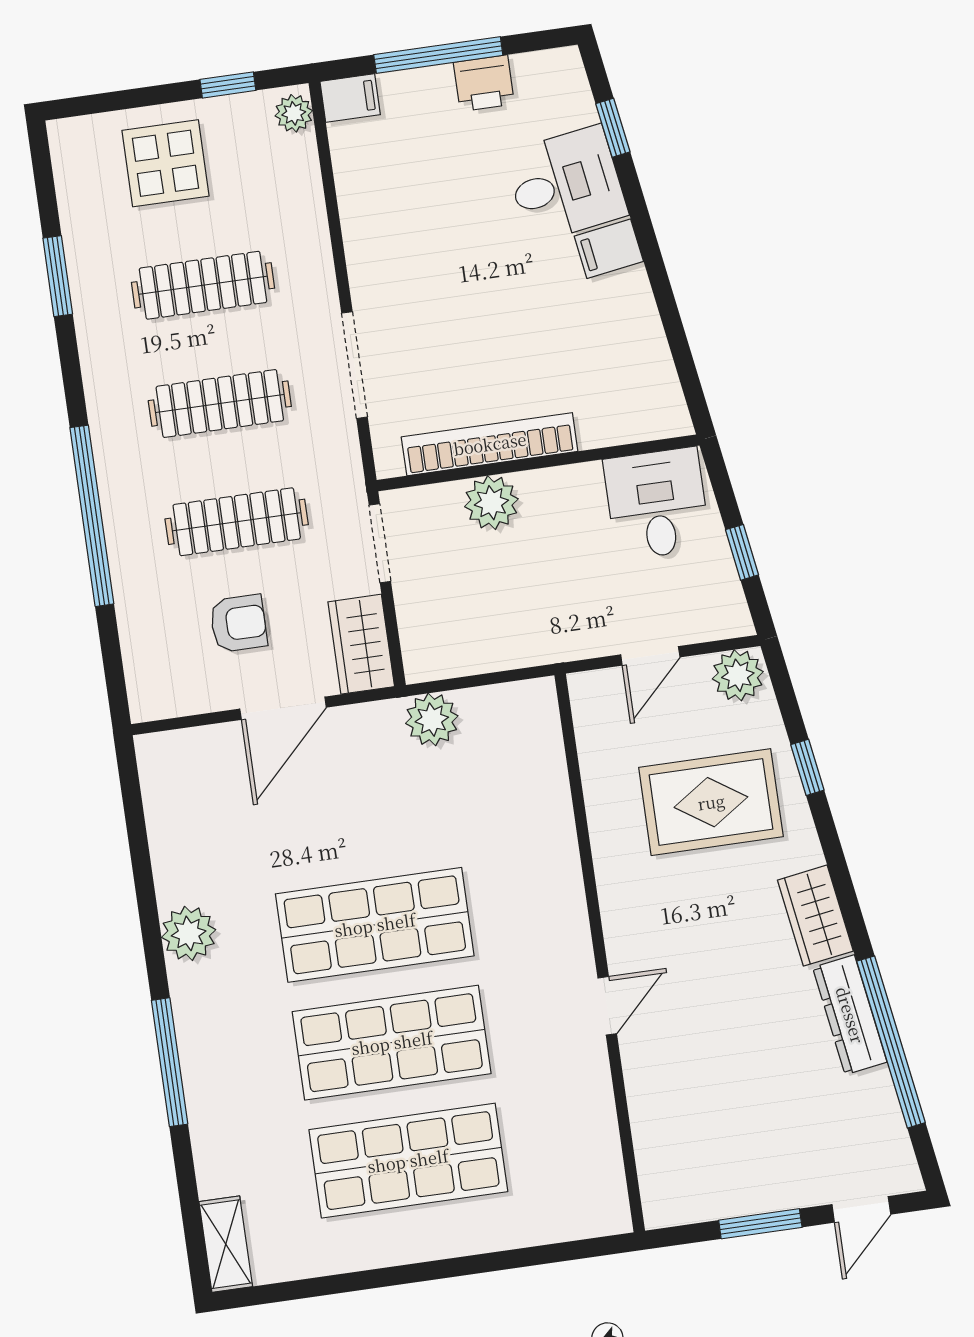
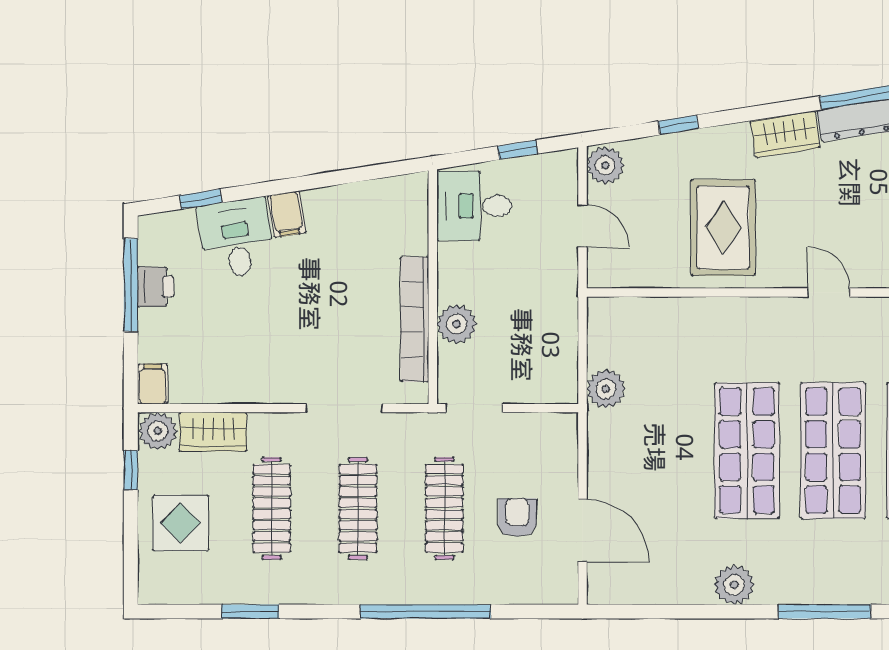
window: (438, 55) -> (131, 285), moved
plant: (294, 113) -> (158, 431), width x1.38, depth x1.38
wardrobe: (361, 644) -> (213, 432), moved
door: (283, 708) -> (583, 531), moved
rug: (711, 802) -> (723, 228), moved

